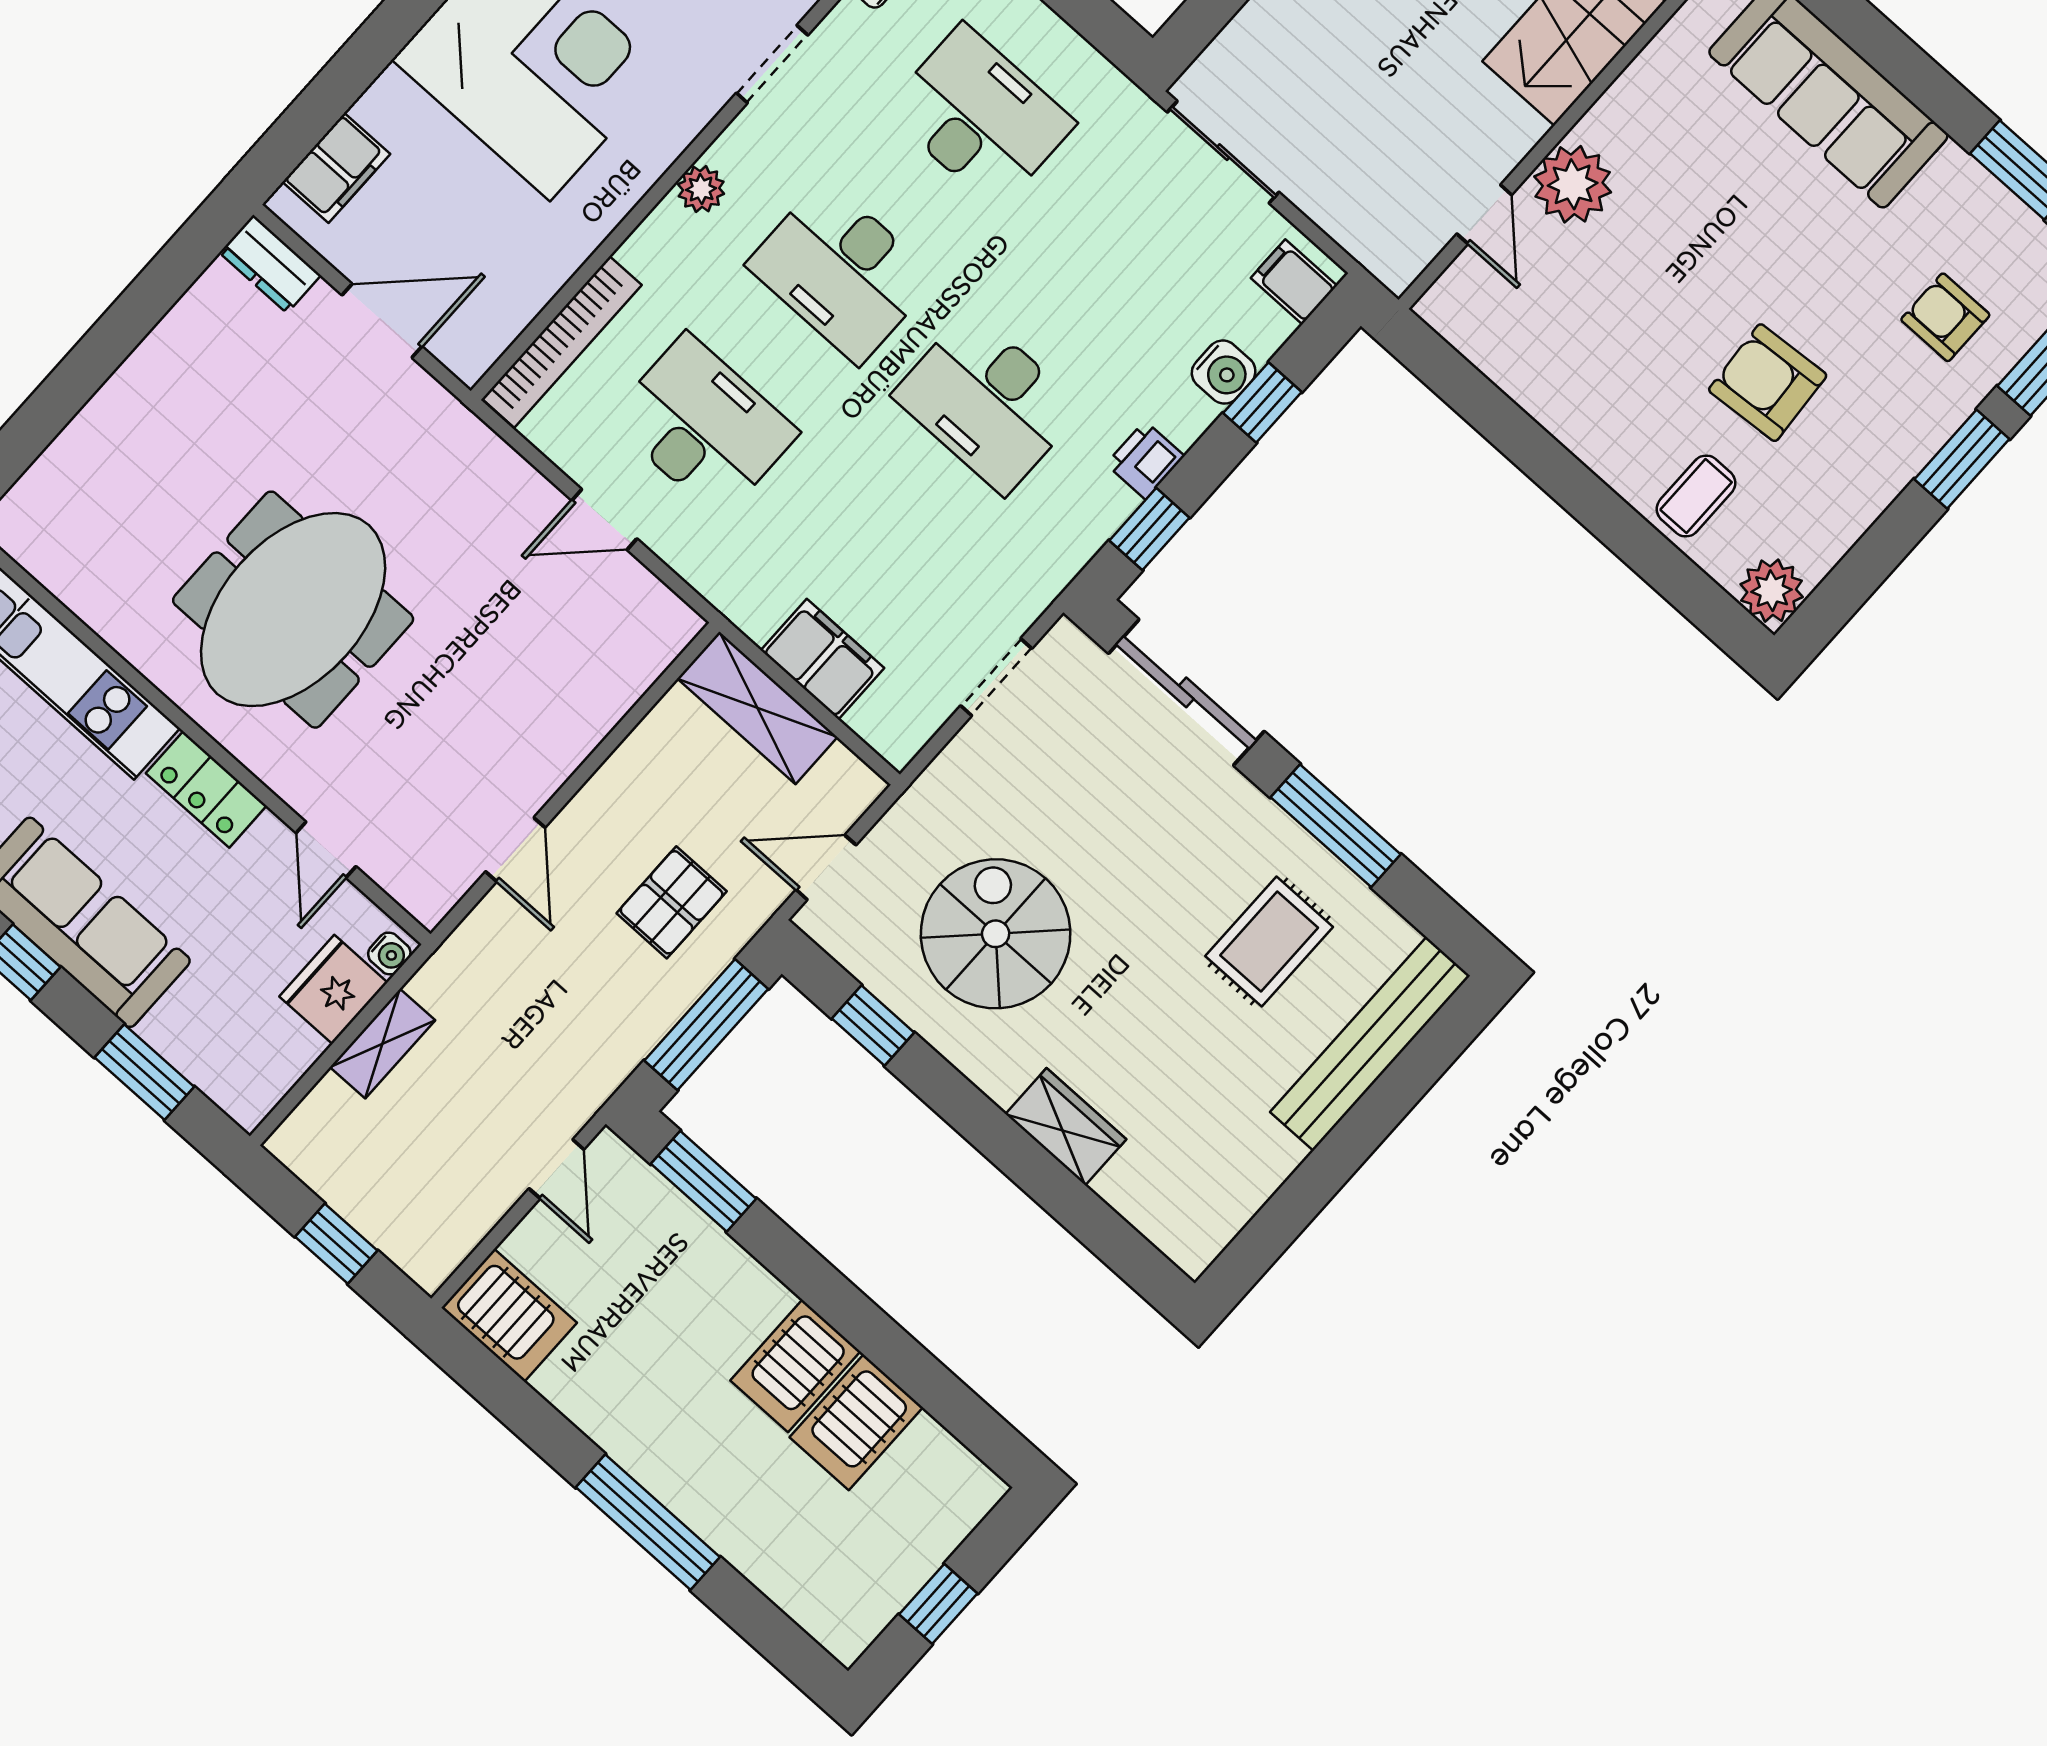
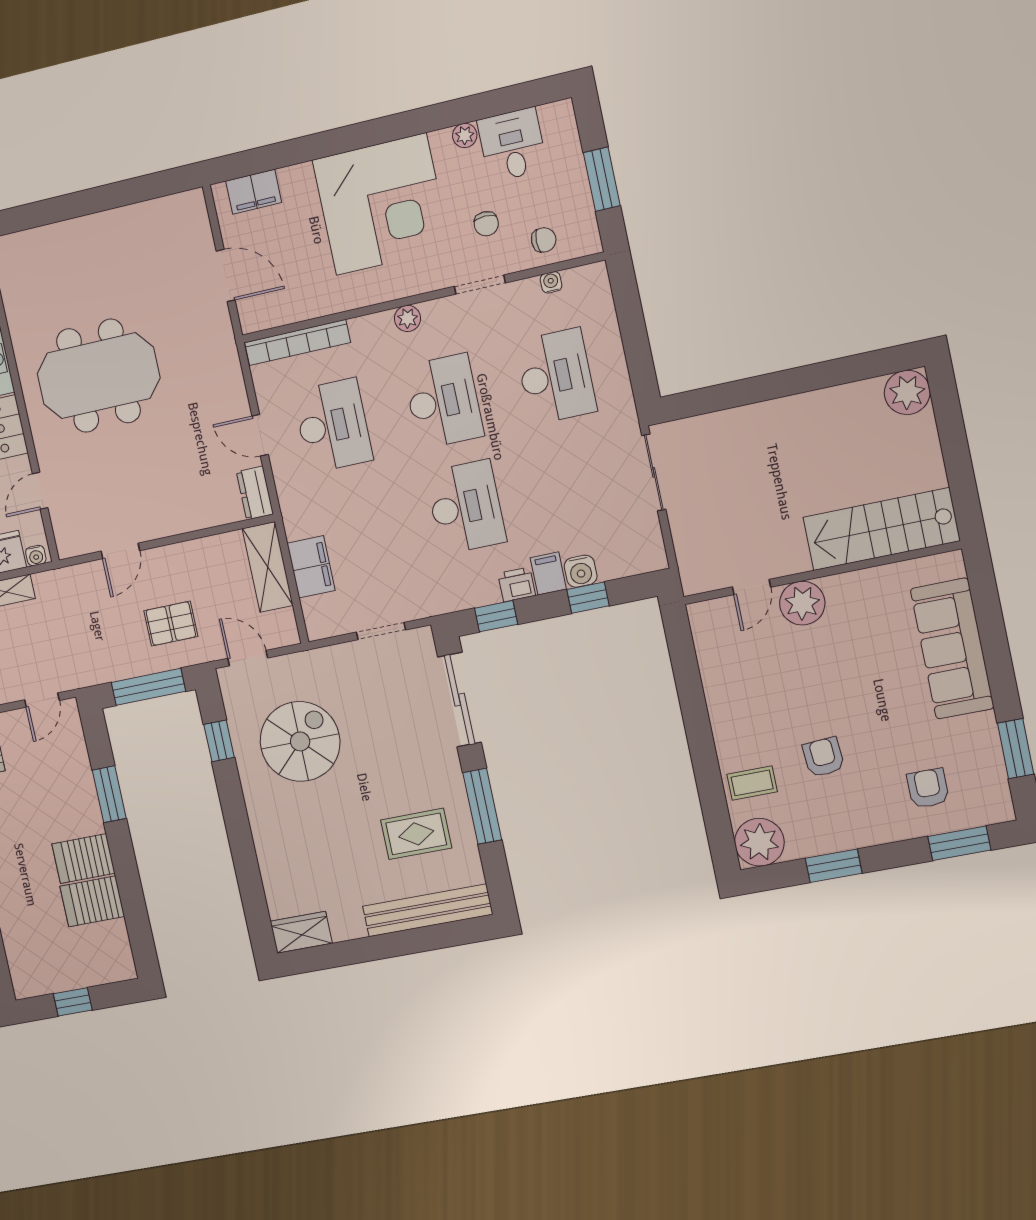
dresser: (270, 264) -> (255, 493), moved
desk: (842, 271) -> (443, 401), turned 180
filing cabinet: (1294, 282) -> (548, 573), moved
armchair: (1768, 383) -> (823, 757), width x0.72, depth x0.72
desk: (988, 402) -> (466, 507), turned 180
window: (1962, 459) -> (834, 866), moved
plant: (1772, 591) -> (759, 842), width x1.36, depth x1.36
wardrobe: (1066, 1127) -> (301, 932), moved, turned -90
window: (703, 1181) -> (109, 794), moved

